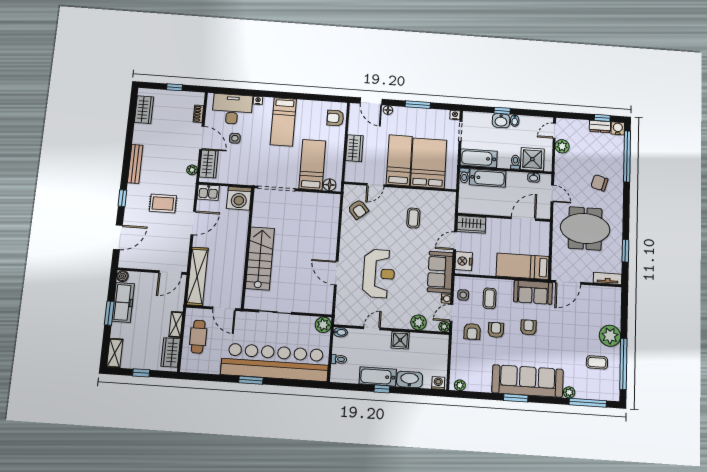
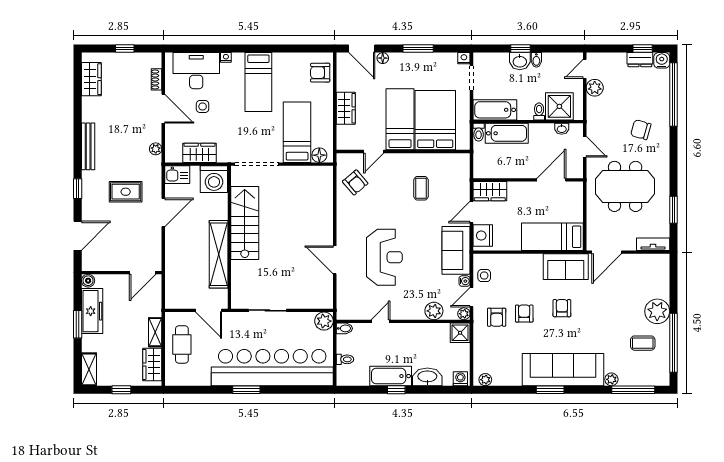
wardrobe: (209, 164) -> (200, 153), moved, turned -90
stairs: (260, 258) -> (245, 223), moved
shelving: (197, 276) -> (219, 254), moved
coffee table: (490, 298) -> (515, 277), removed
shower: (400, 340) -> (460, 333), moved

